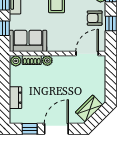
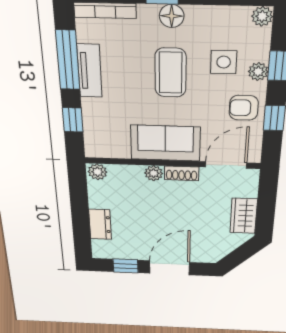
sofa: (28, 41) -> (165, 143), moved
shoe rack: (32, 60) -> (182, 173), moved
wardrobe: (89, 109) -> (244, 216), moved, turned -45

